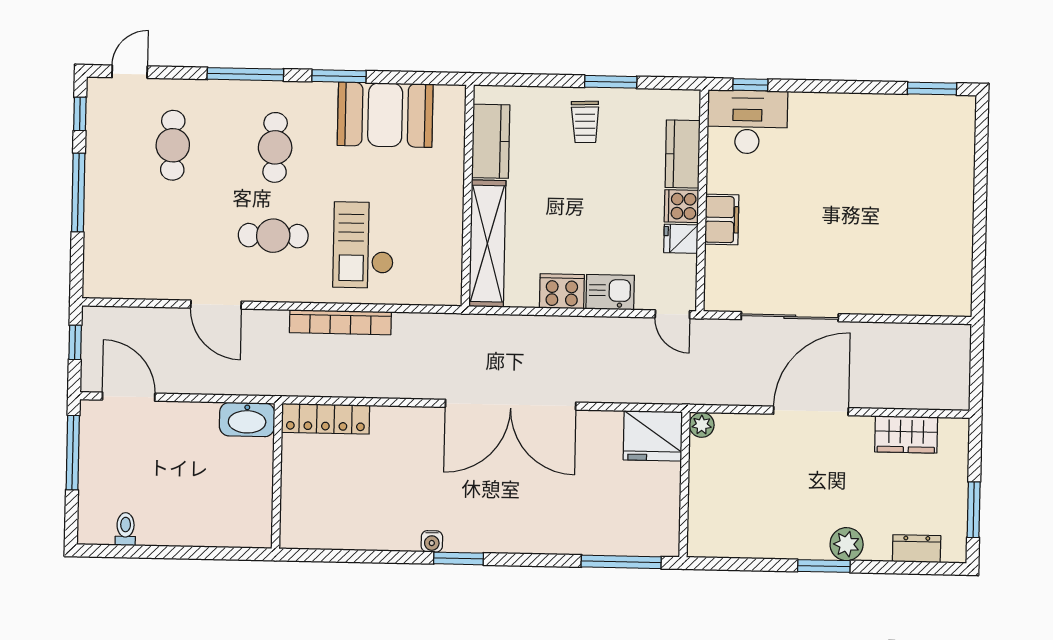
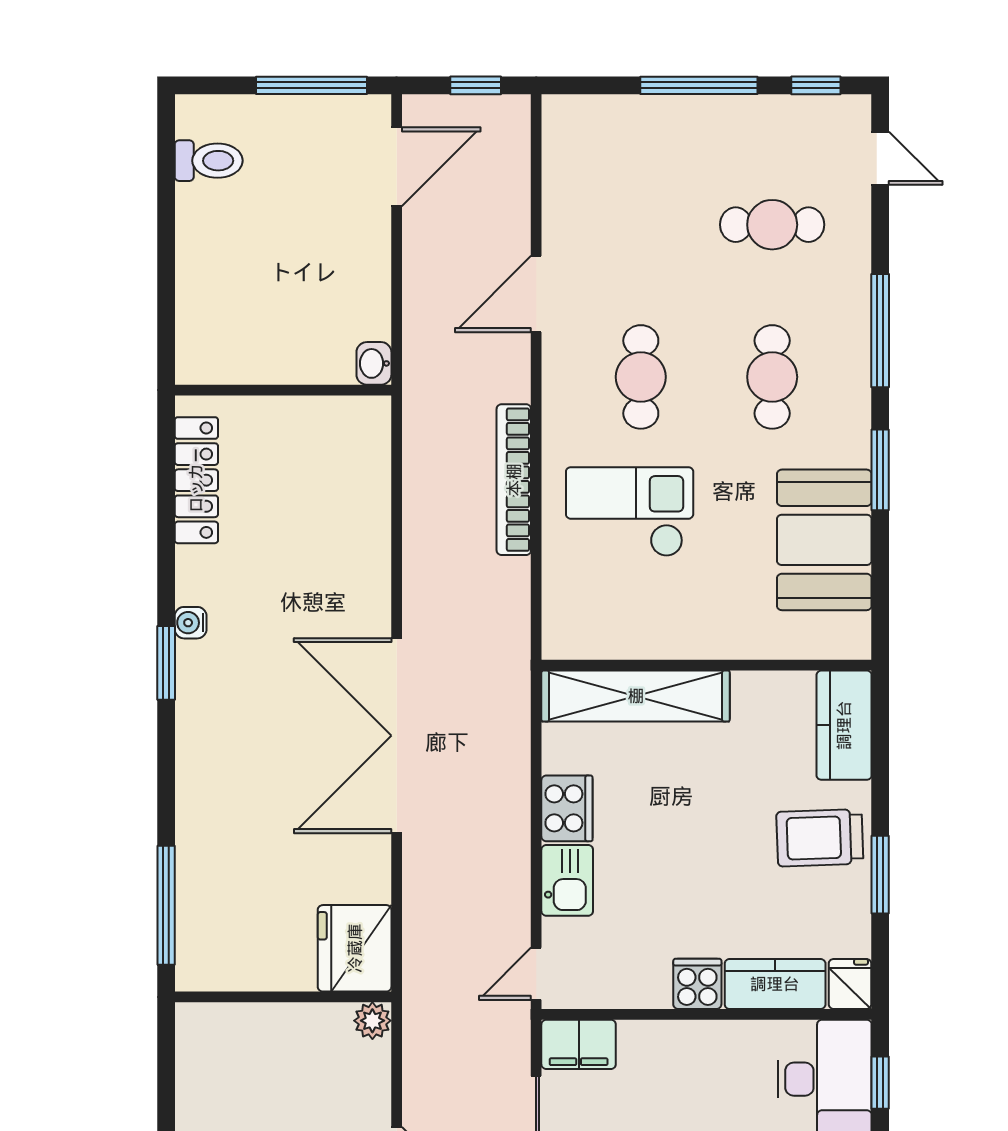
trolley: (585, 122) -> (820, 838), width x1.36, depth x1.39
kitchen counter: (491, 141) -> (844, 725), moved, turned 90
cafe table: (275, 147) -> (772, 377), turned 90
filing cabinet: (722, 219) -> (579, 1044), moved
fridge: (681, 239) -> (850, 984), moved
locker: (326, 419) -> (196, 480), moved, turned 180
washbasin: (247, 420) -> (374, 363), width x0.52, depth x0.69
toilet: (125, 529) -> (209, 161), width x1.37, depth x1.39

